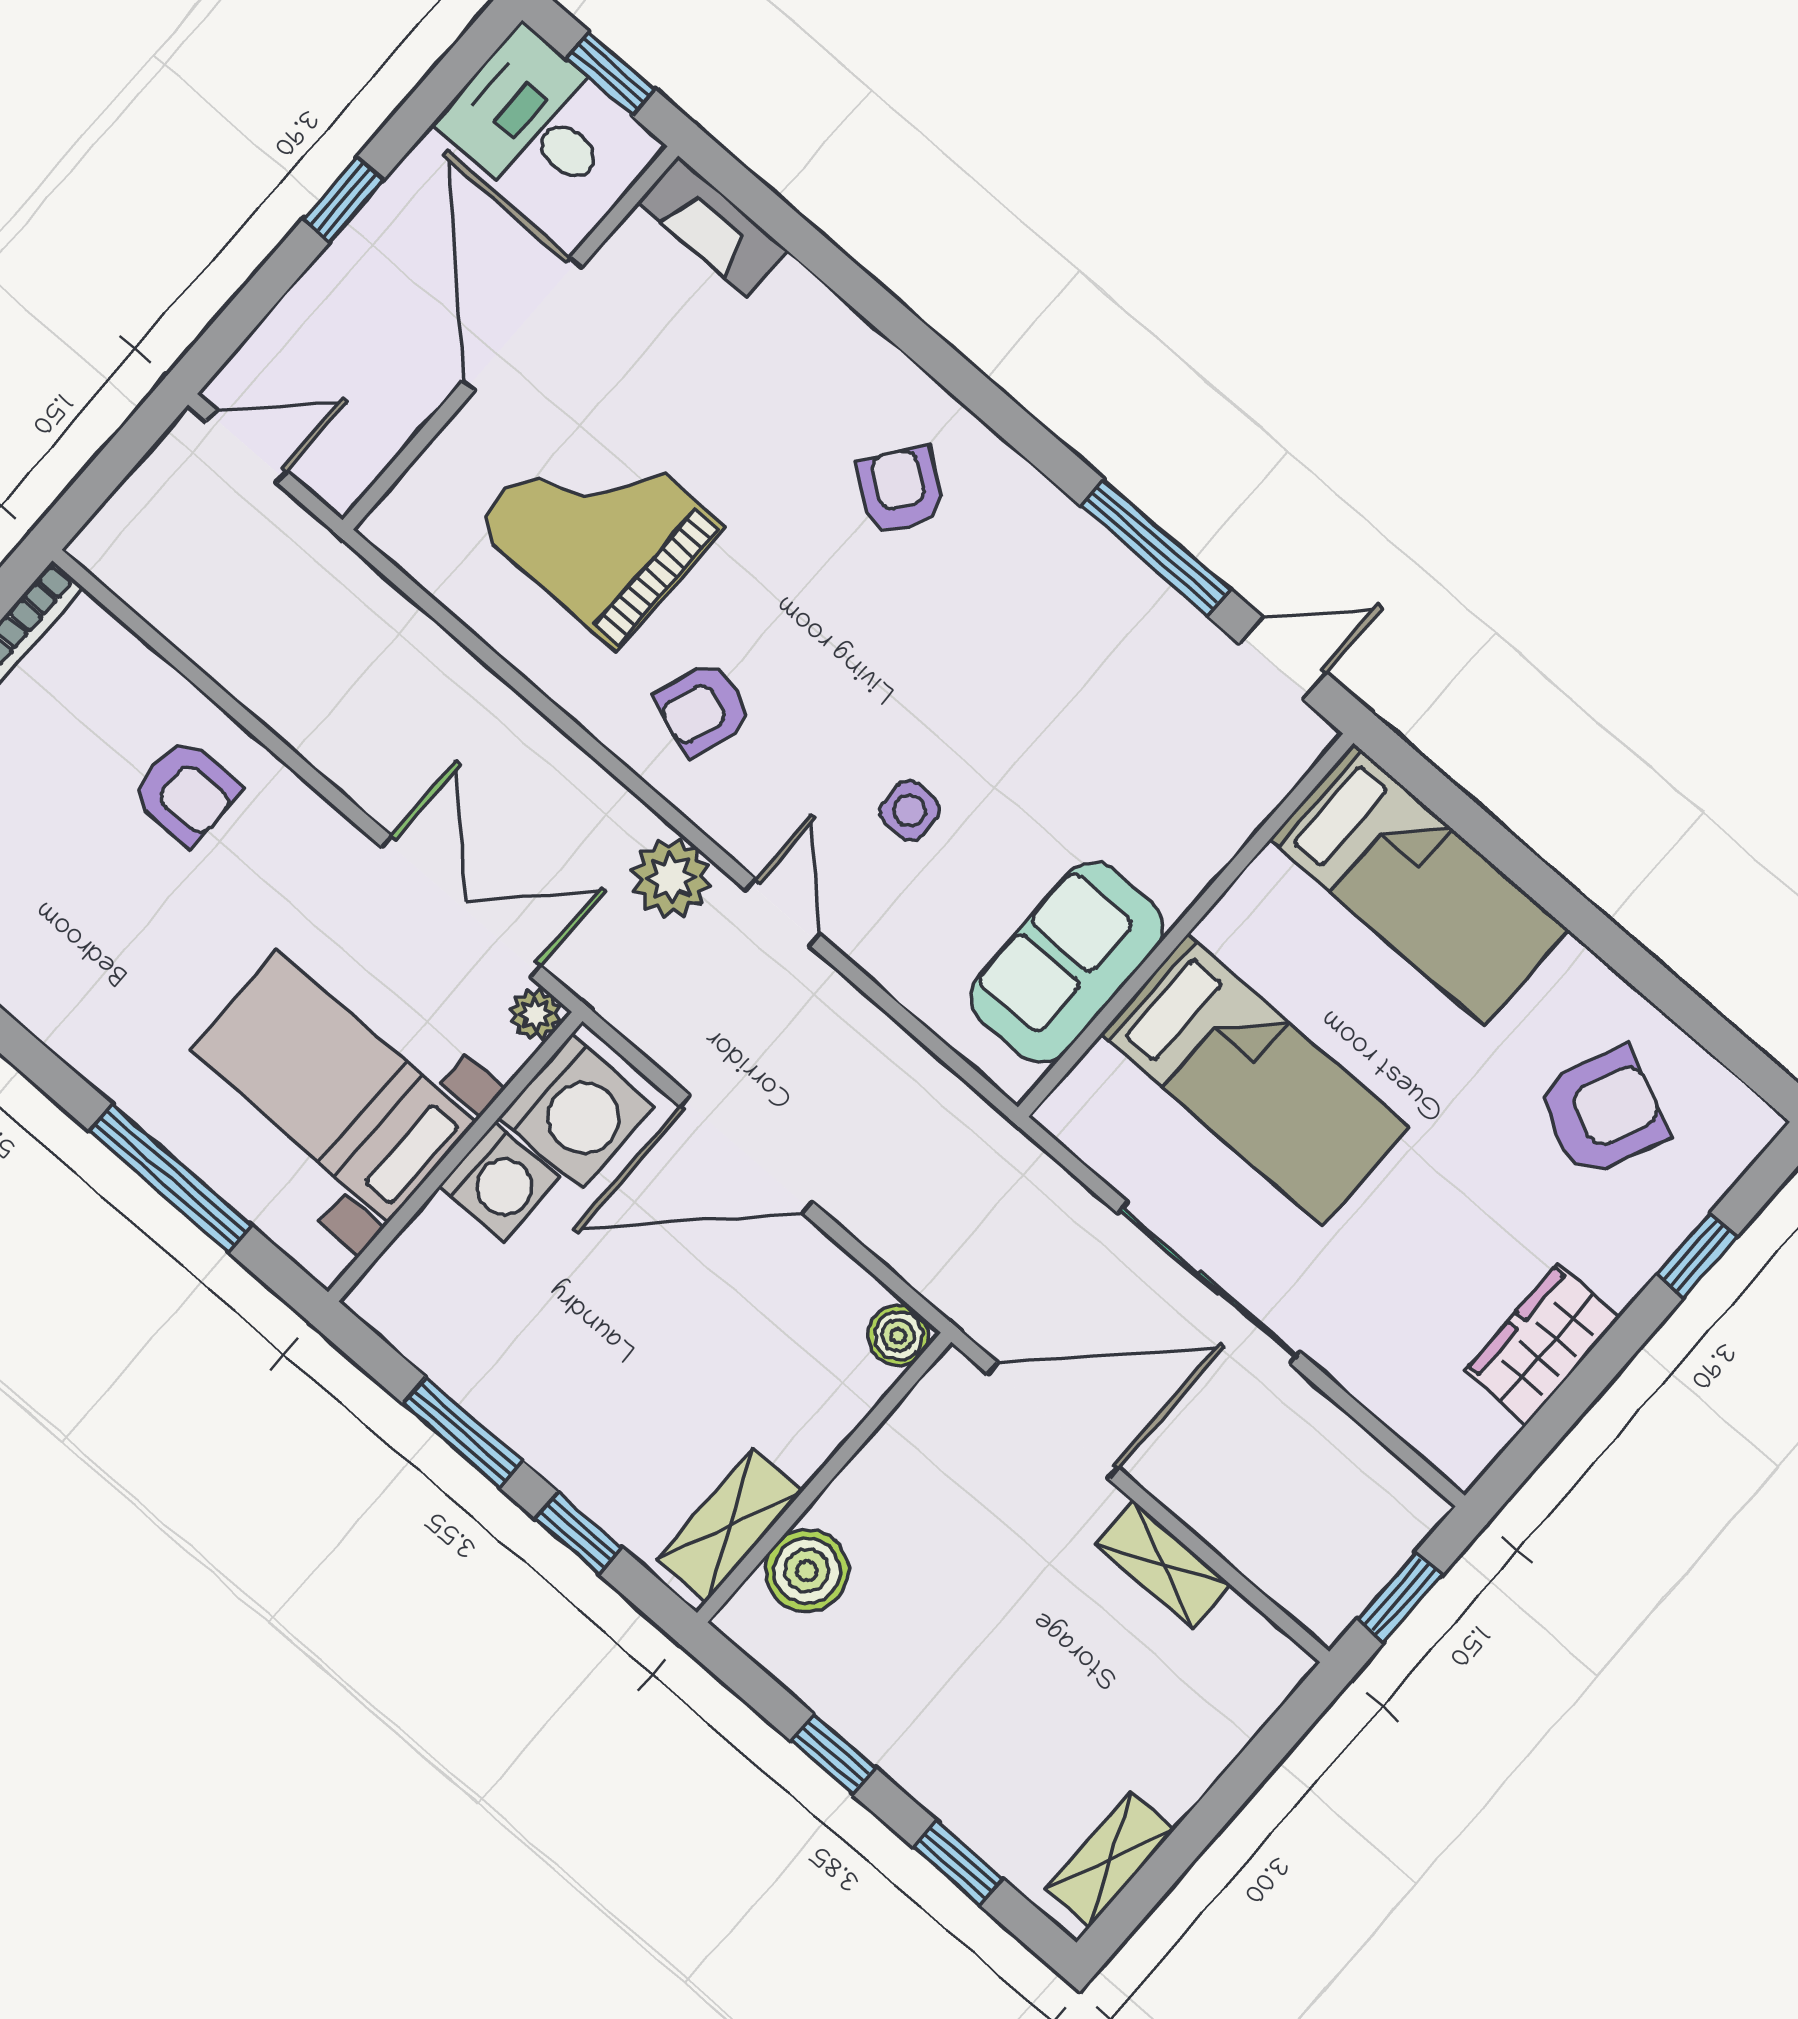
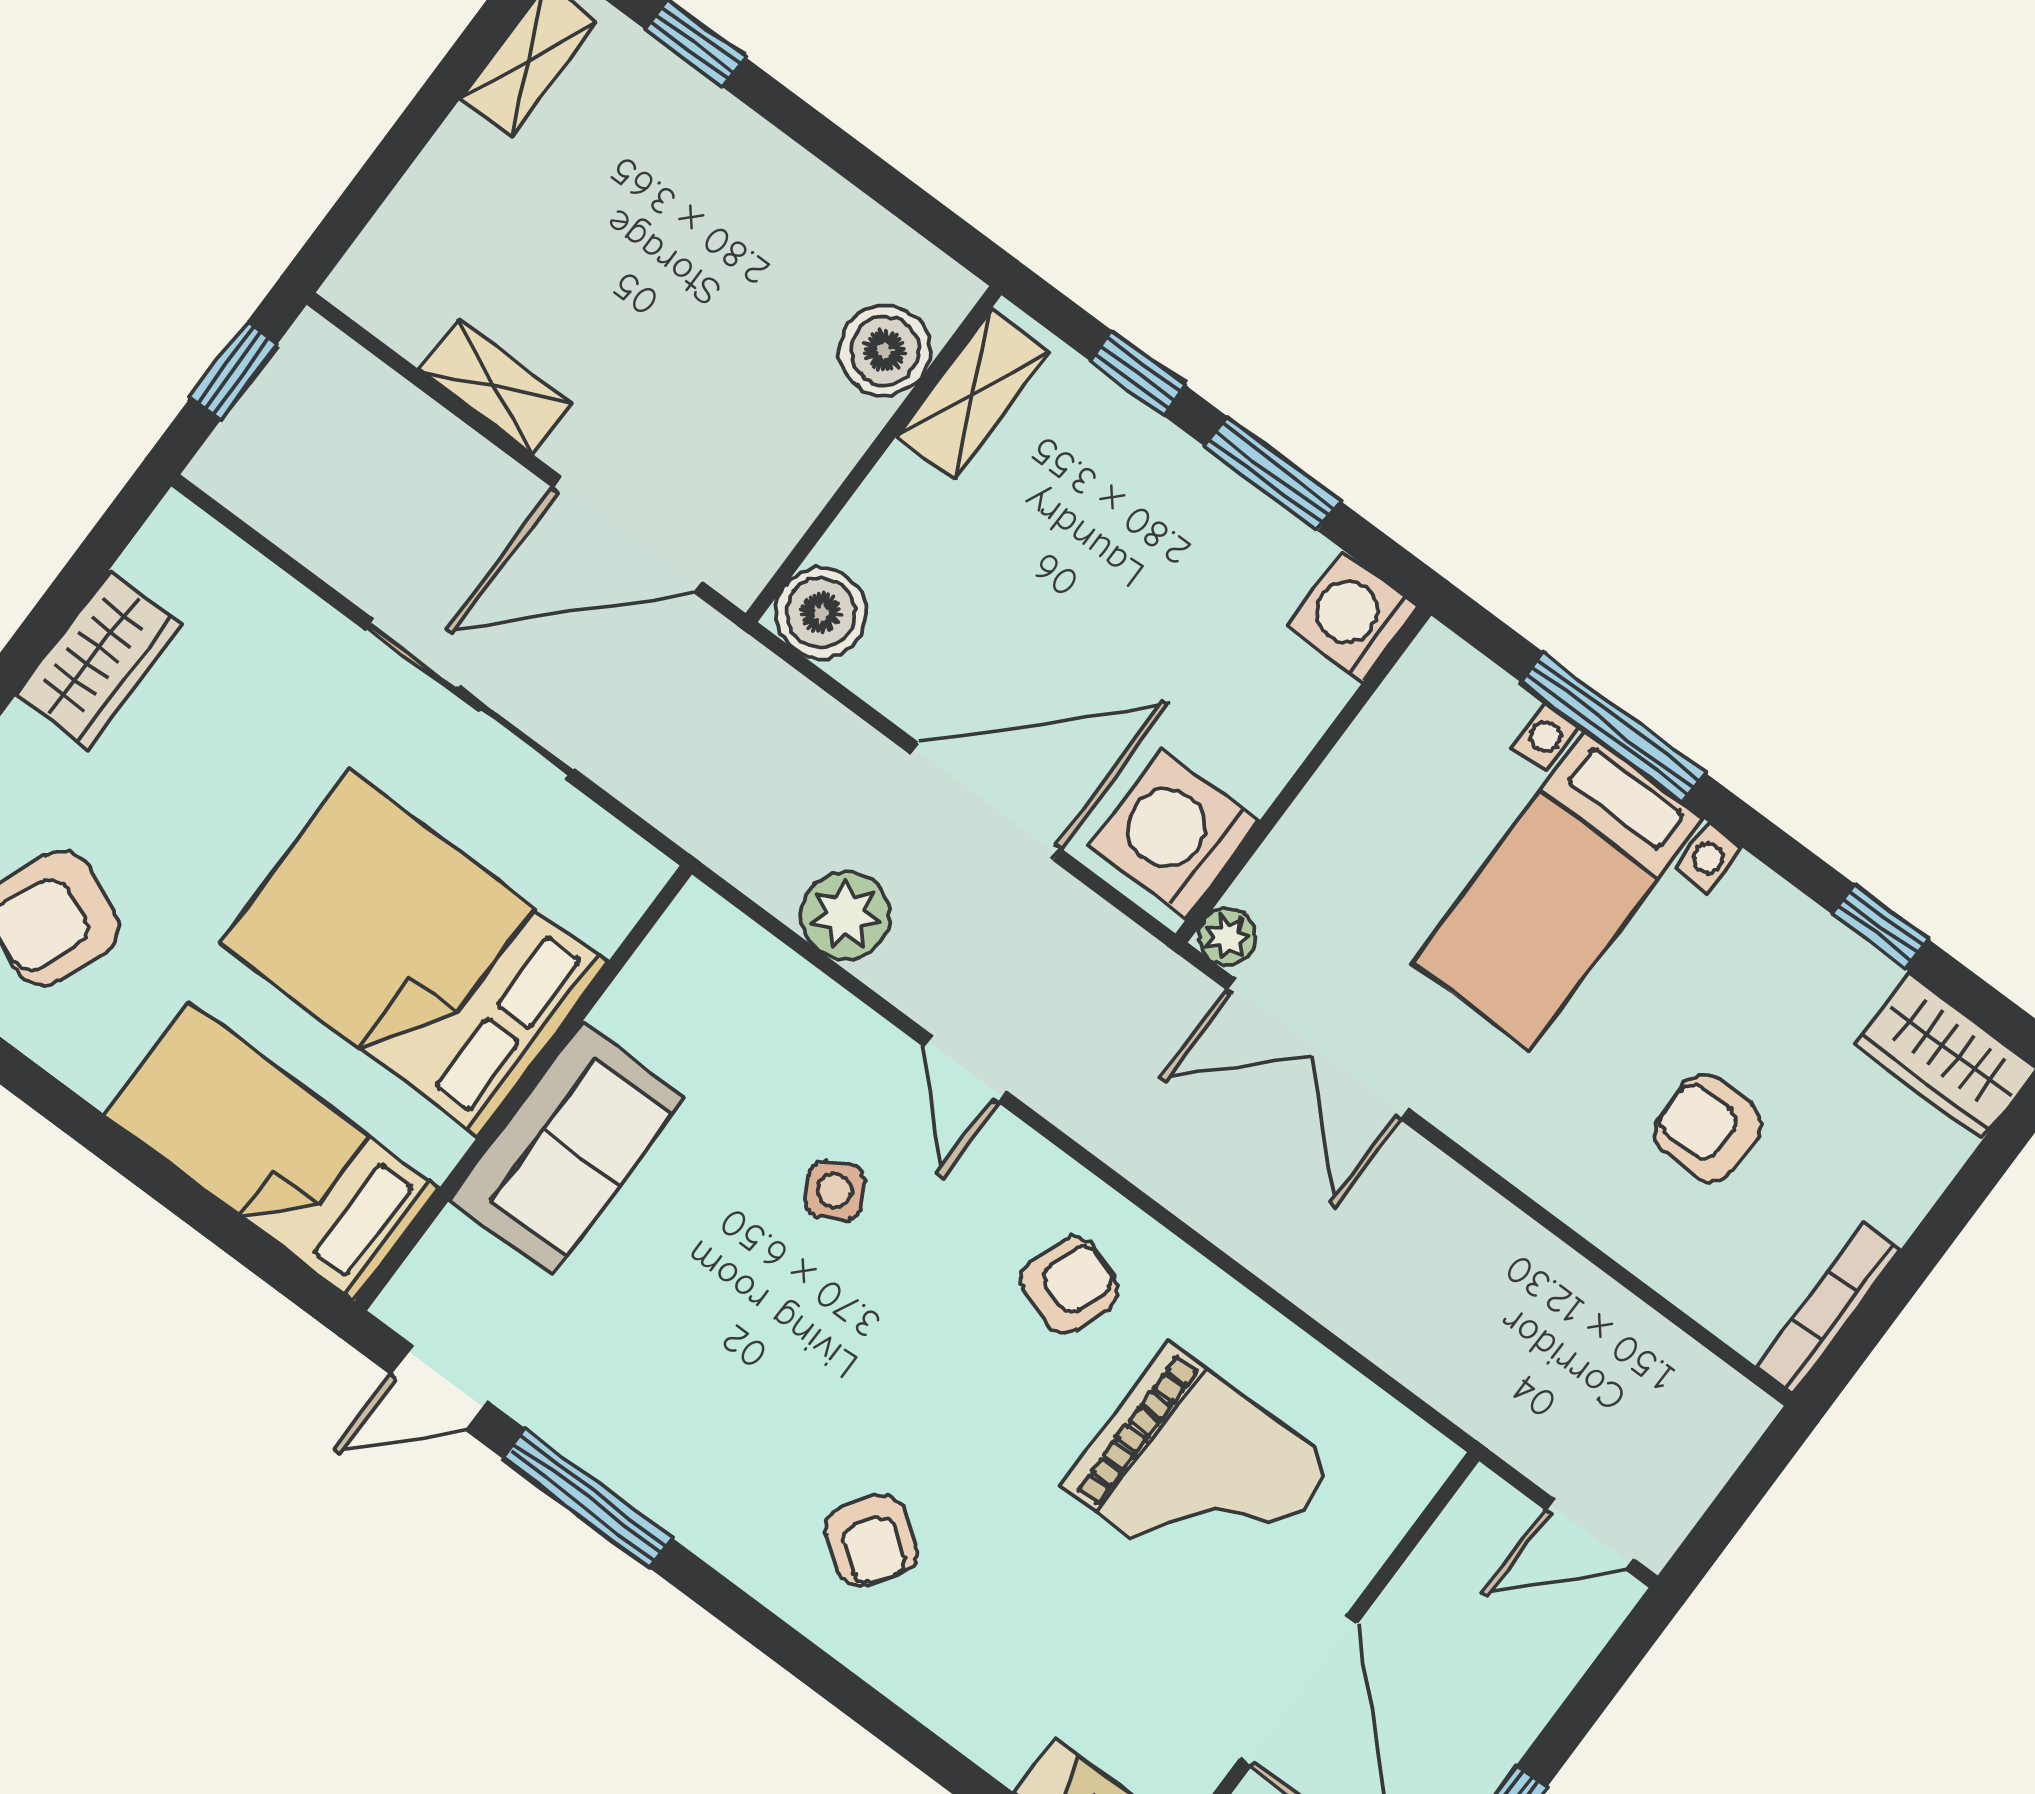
armchair: (186, 792) -> (1707, 1128), moved
side table: (910, 810) -> (835, 1191), turned -30
plant: (671, 878) -> (846, 915), moved
sofa: (1067, 963) -> (567, 1148), moved
bed: (1255, 1080) -> (414, 953), width x1.50
bed with nightstands: (333, 1086) -> (1558, 890), moved, turned 90
washing machine: (499, 1182) -> (1353, 616), moved
boiler: (898, 1336) -> (821, 613), width x1.36, depth x1.36
window: (833, 1754) -> (841, 152), removed

